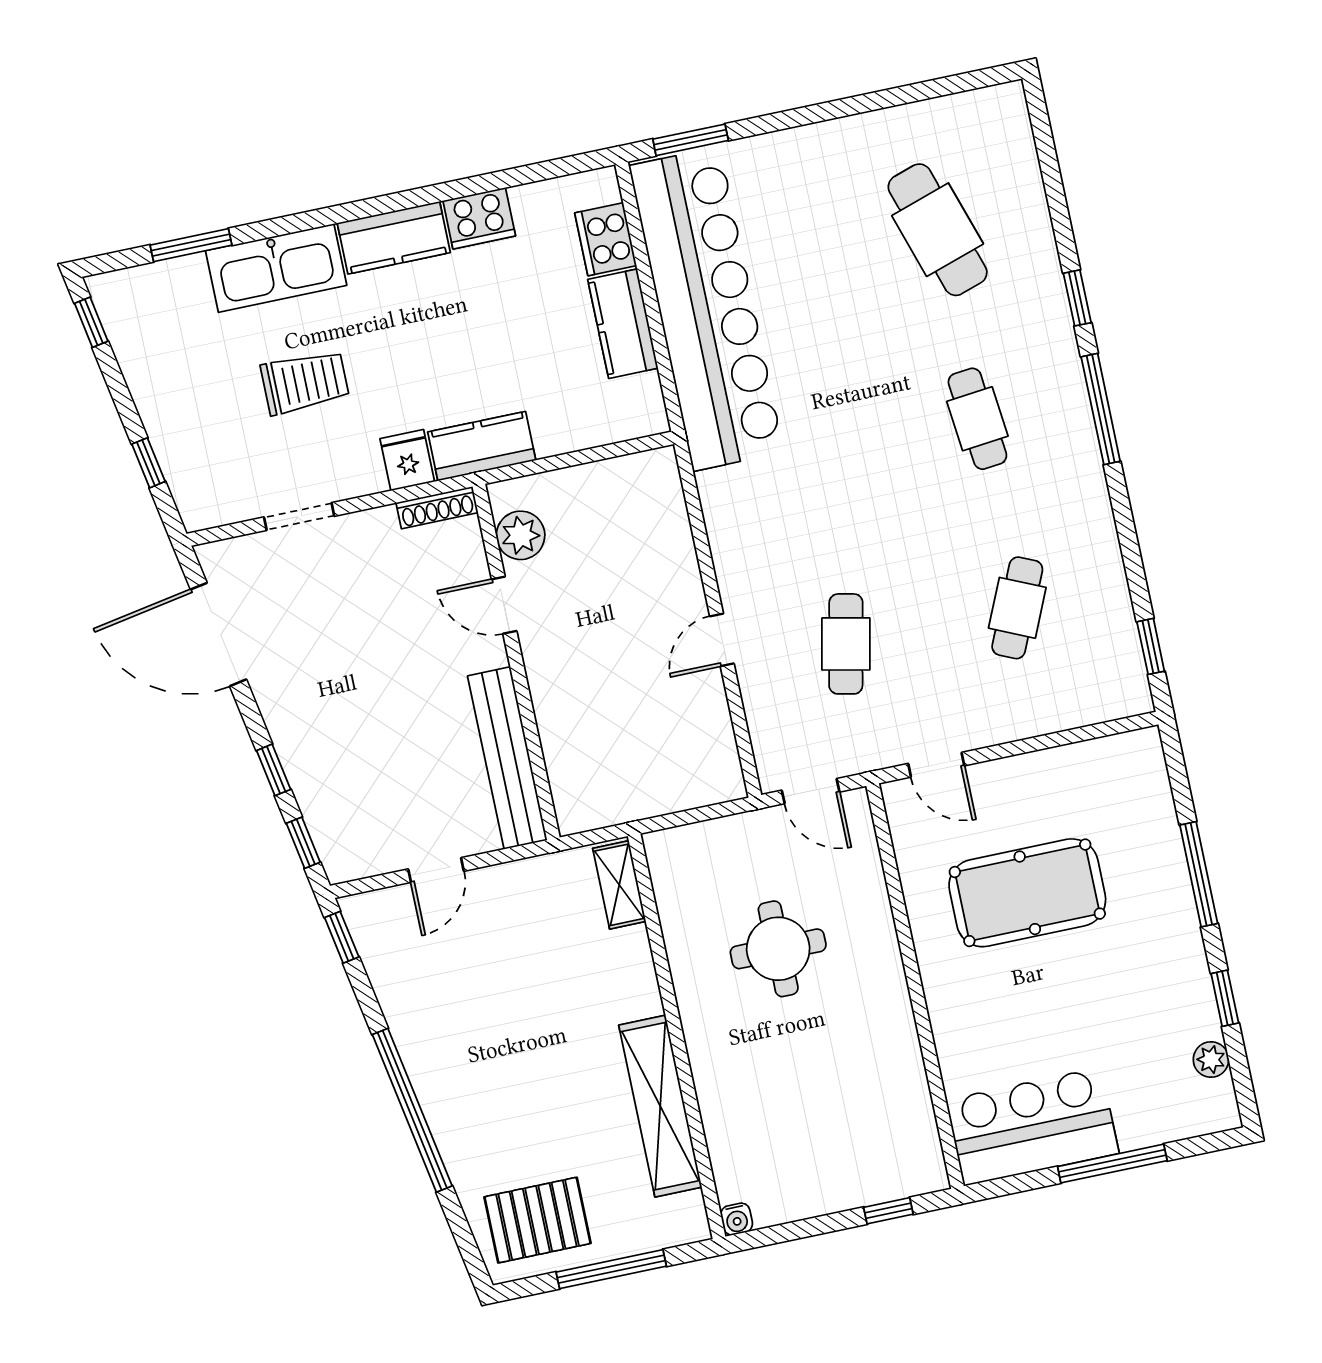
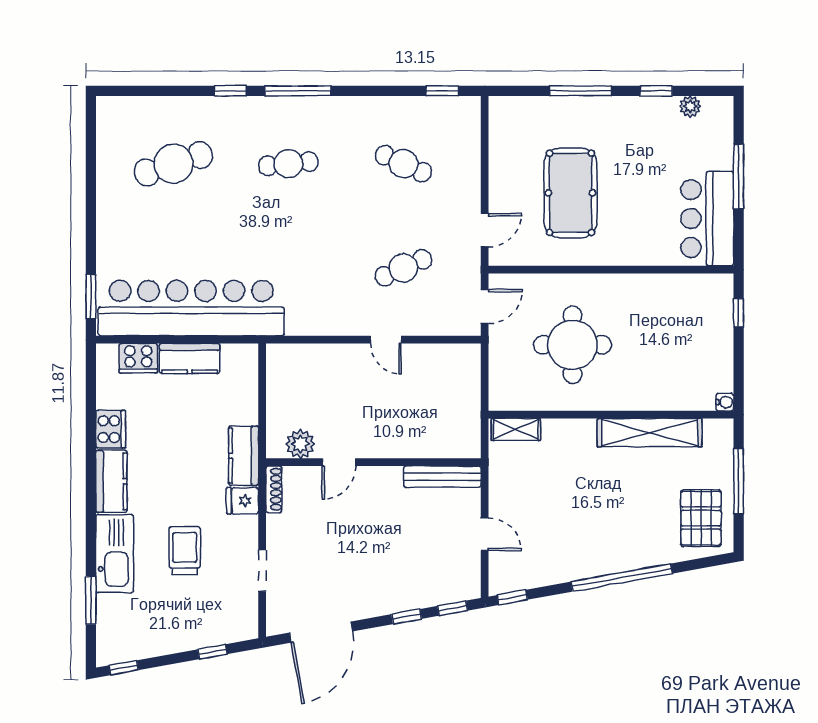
cafe table: (846, 644) -> (403, 268), turned -36
bench: (507, 758) -> (442, 477), width x0.73, depth x0.82
round table: (778, 949) -> (573, 345), width x1.36, depth x1.36

